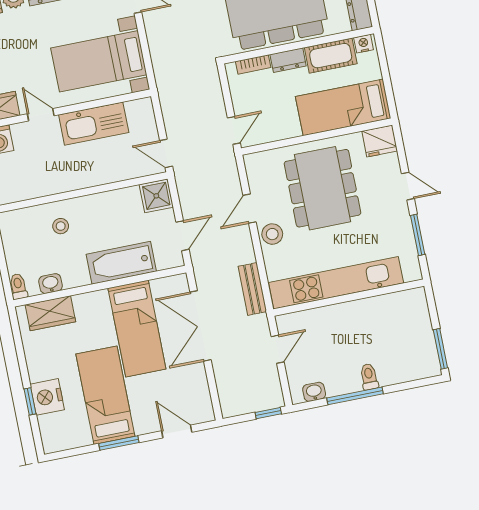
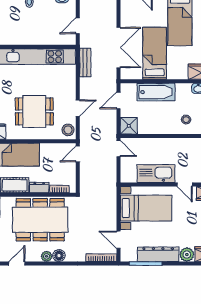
dining table: (323, 188) -> (34, 111), width x0.73
stool: (272, 234) -> (68, 130), moved

